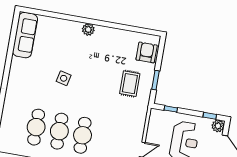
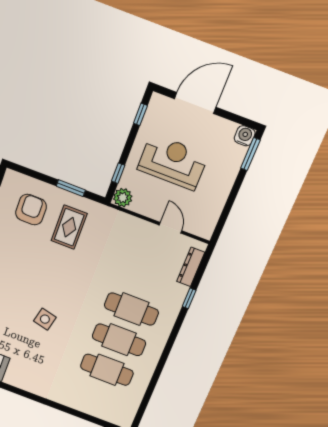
armchair: (147, 52) -> (31, 210), moved, turned 90
rug: (130, 84) -> (69, 227), turned 90
plant: (218, 126) -> (123, 198), moved

